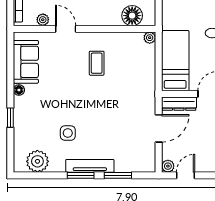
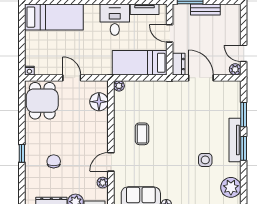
coffee table: (97, 63) -> (142, 134), turned 90
dresser: (179, 104) -> (179, 64), width x0.70

